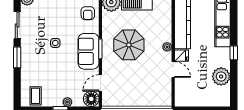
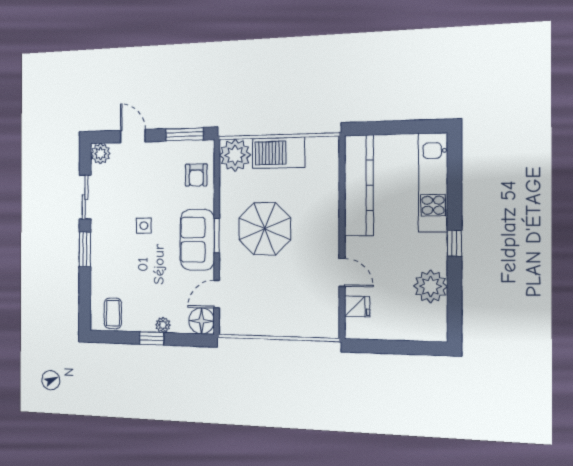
plant: (167, 47) -> (331, 232), removed
fridge: (181, 56) -> (357, 306), moved

